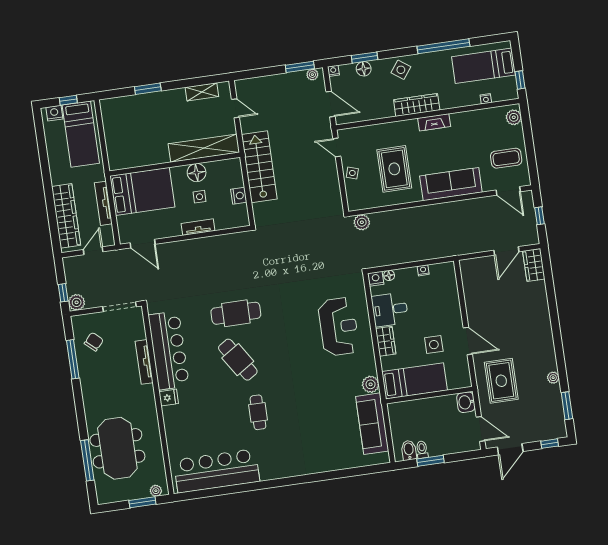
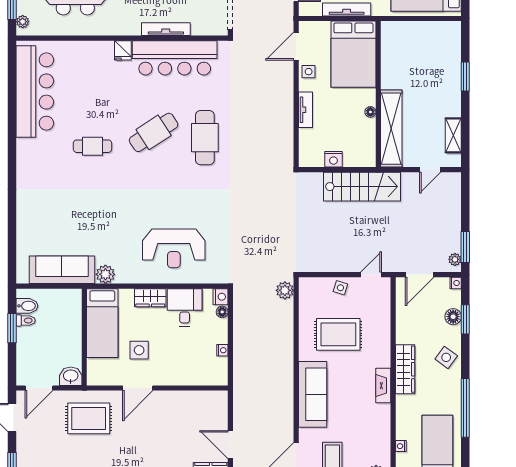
floor lamp: (197, 173) -> (370, 112), width x0.53, depth x0.53
side table: (200, 197) -> (309, 72), moved

